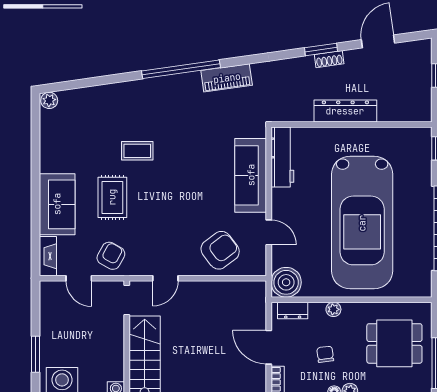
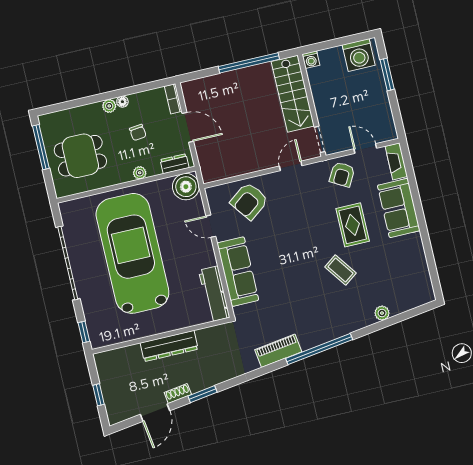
shoe rack: (329, 59) -> (178, 394), moved
plant: (49, 100) -> (382, 313), moved
coffee table: (137, 151) -> (340, 270), turned 54

